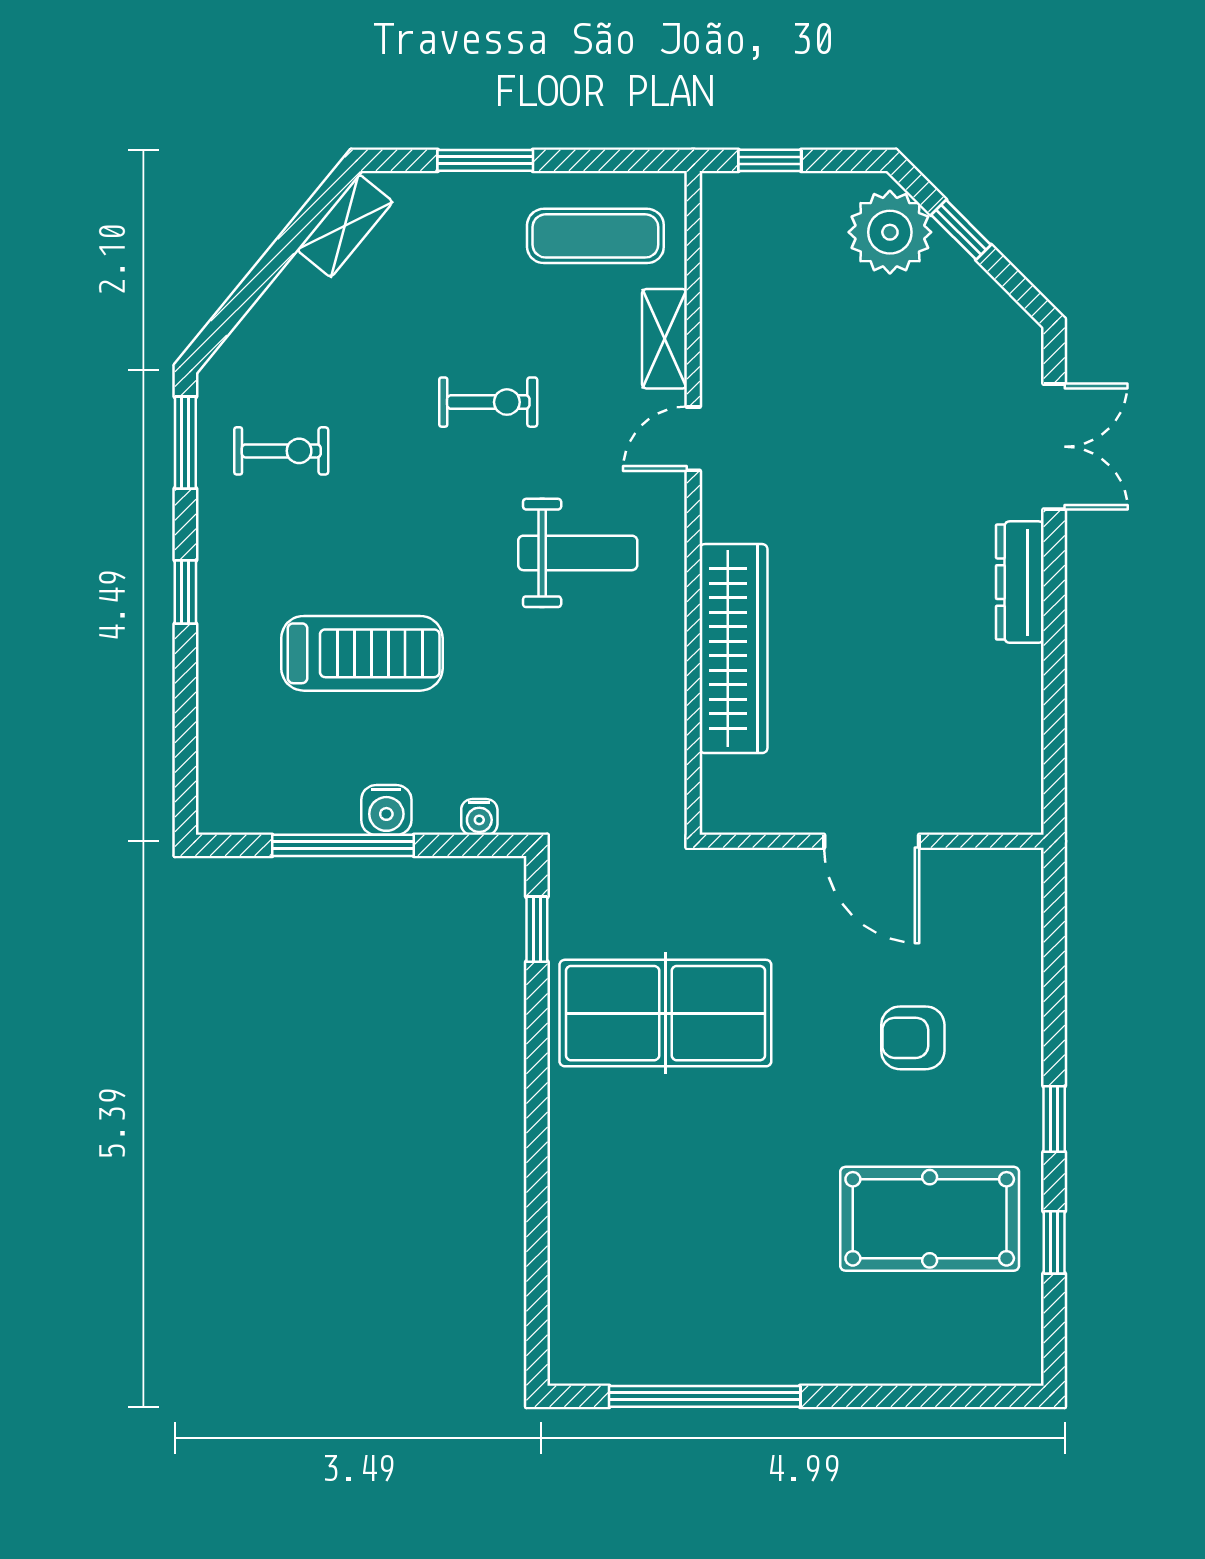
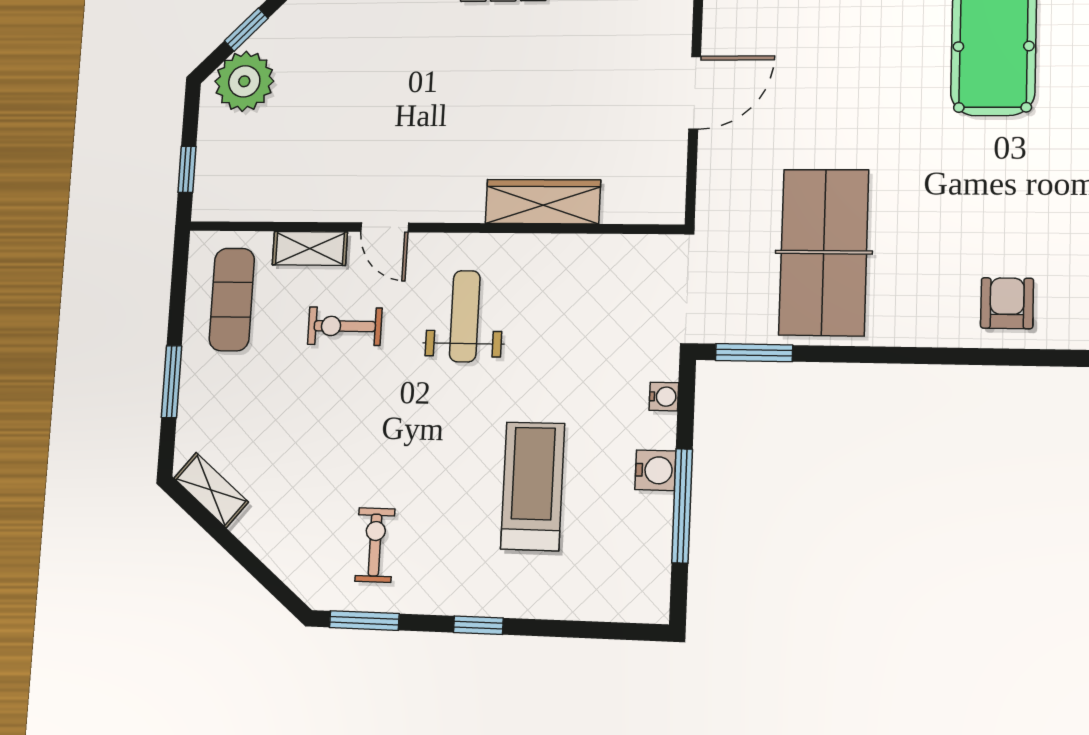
exercise bike: (488, 402) -> (345, 326), moved, turned -90
wardrobe: (733, 649) -> (543, 202), width x0.71, depth x0.85
window: (537, 929) -> (754, 353), width x1.50
armchair: (913, 1038) -> (1007, 303), moved, turned 180

